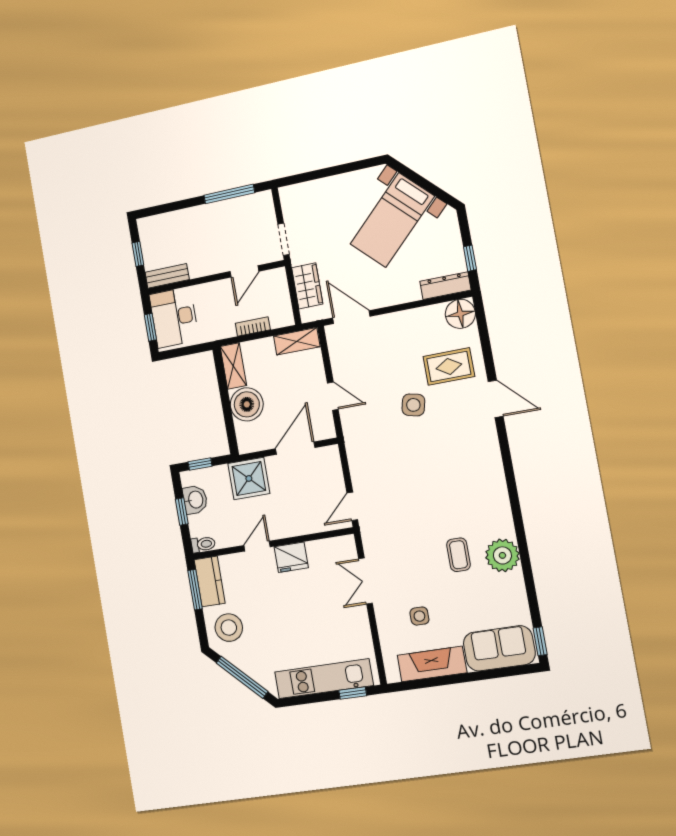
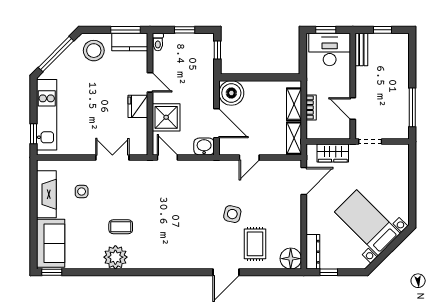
shelving: (233, 366) -> (294, 104), moved, turned 90
boiler: (247, 404) -> (231, 93), moved
shower: (249, 478) -> (166, 117), moved
washbasin: (195, 500) -> (204, 146), moved, turned 180

